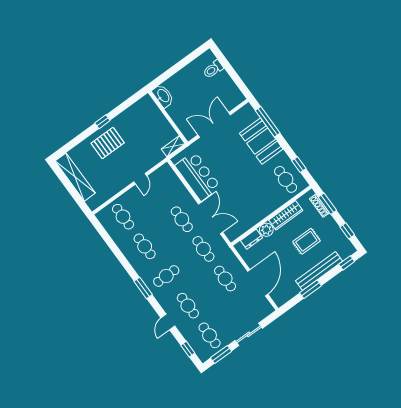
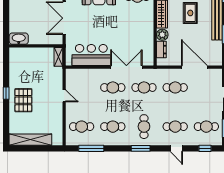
window: (109, 241) -> (91, 148), added

